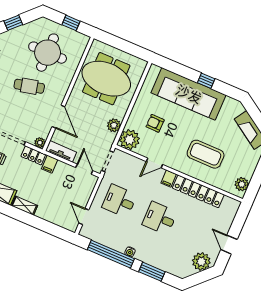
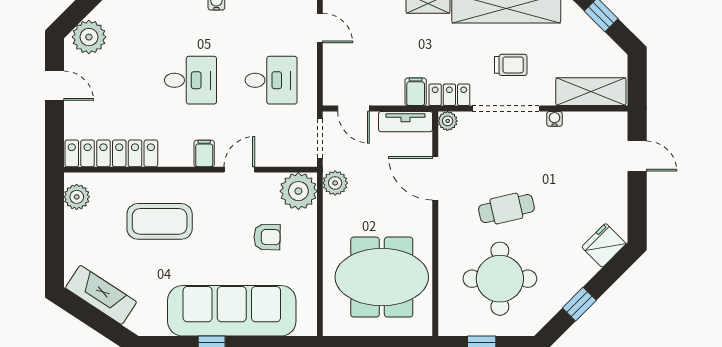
plant: (114, 125) -> (335, 183), moved
locker: (198, 191) -> (111, 153), moved

